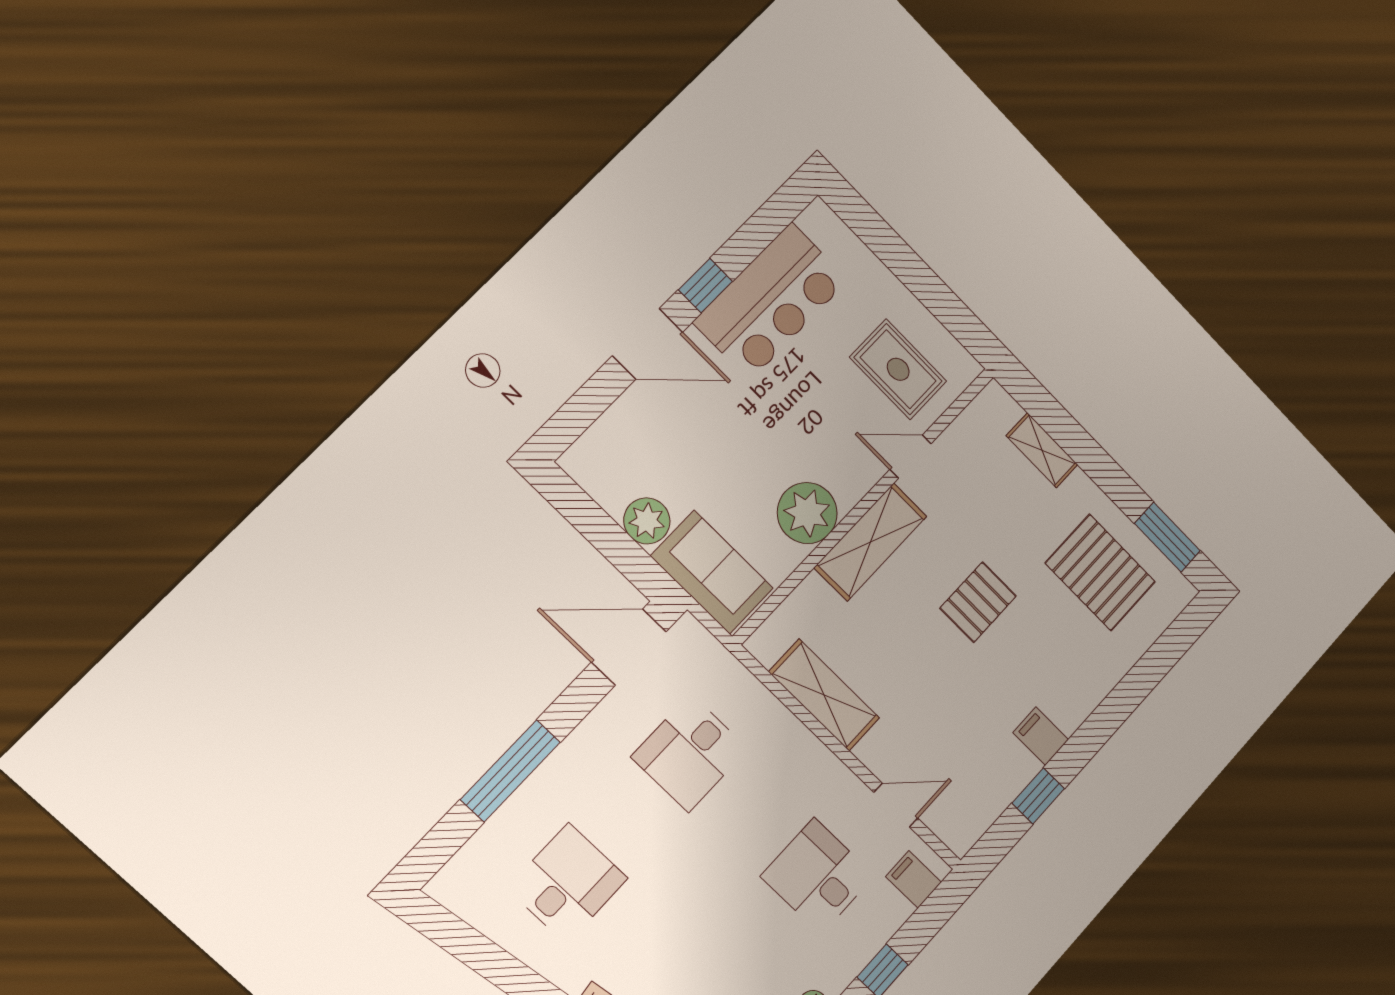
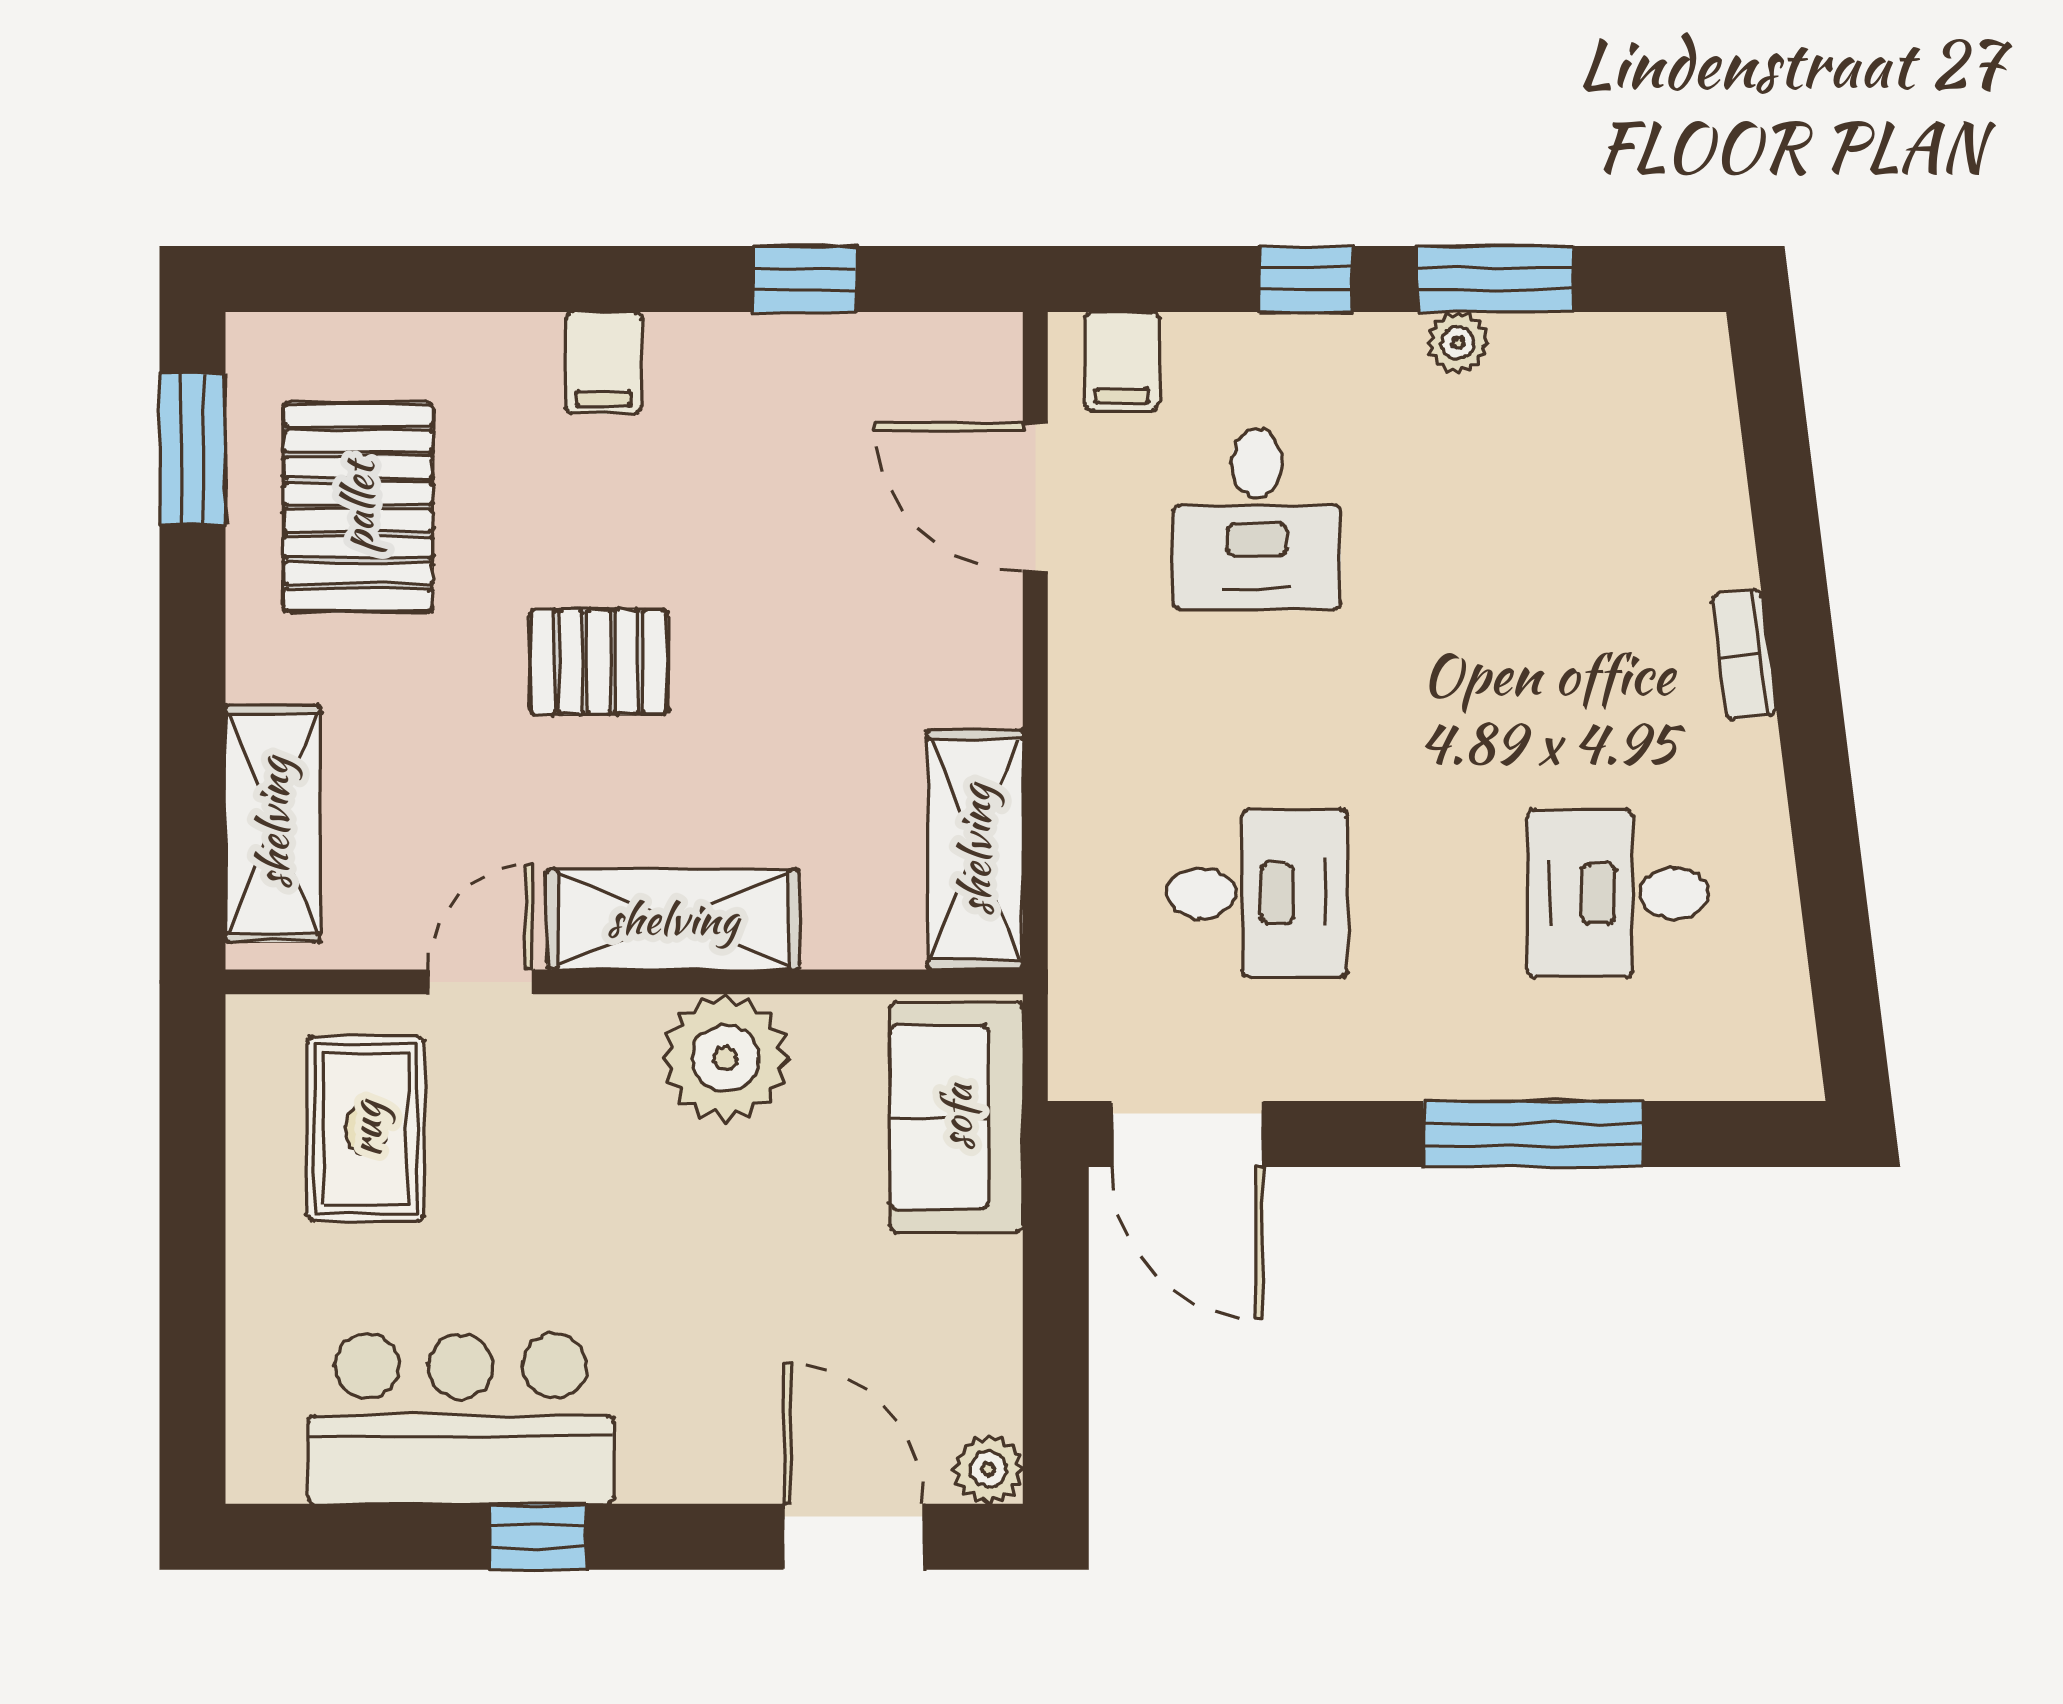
door: (648, 344) -> (854, 1537), moved
shelving: (1042, 450) -> (273, 823), width x1.50, depth x1.33
door: (910, 457) -> (481, 982), swing flipped
plant: (647, 521) -> (988, 1469), moved, width x0.73, depth x0.73
shelving: (824, 695) -> (975, 850), moved
filing cabinet: (1041, 736) -> (604, 363), moved
door: (896, 805) -> (1035, 497), width x1.38

